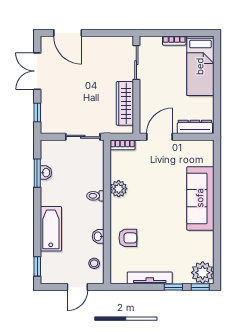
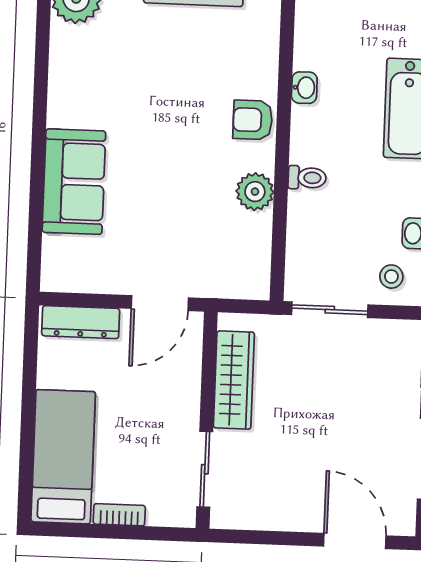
bookcase: (123, 145) -> (243, 288), removed
sofa: (200, 198) -> (74, 182), width x0.73
armchair: (128, 238) -> (253, 120), moved
stool: (94, 263) -> (391, 277), moved

